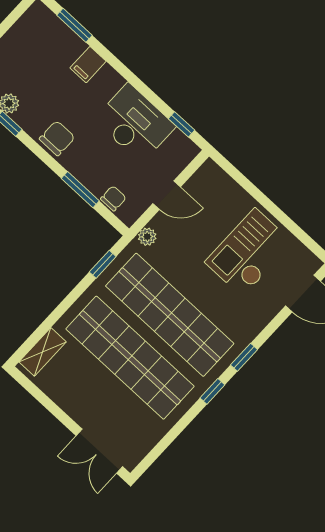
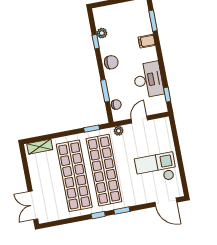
door: (167, 195) -> (139, 120), swing flipped

